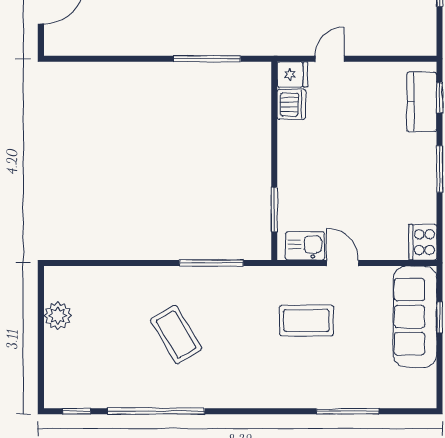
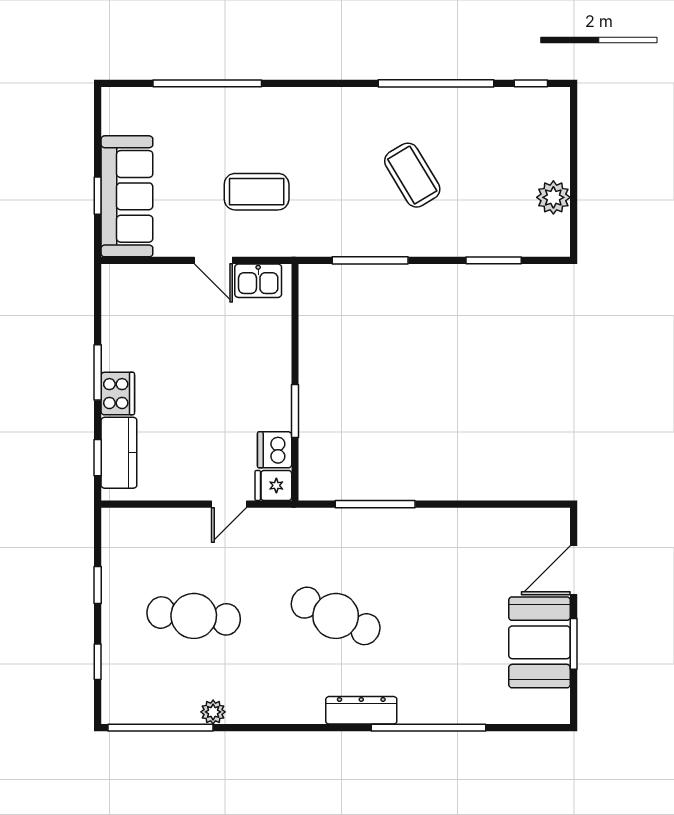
window: (274, 209) -> (295, 411), moved
cooker: (423, 242) -> (118, 394), moved
window: (108, 263) -> (494, 260), added
window: (348, 411) -> (207, 83), width x1.46

